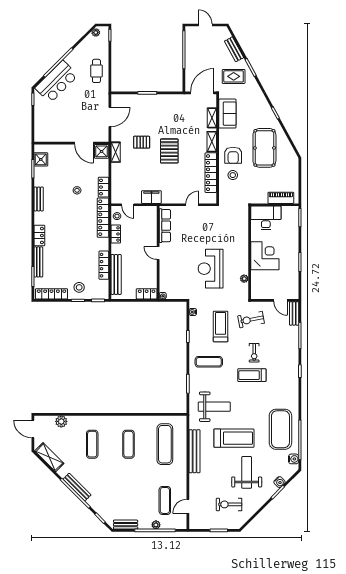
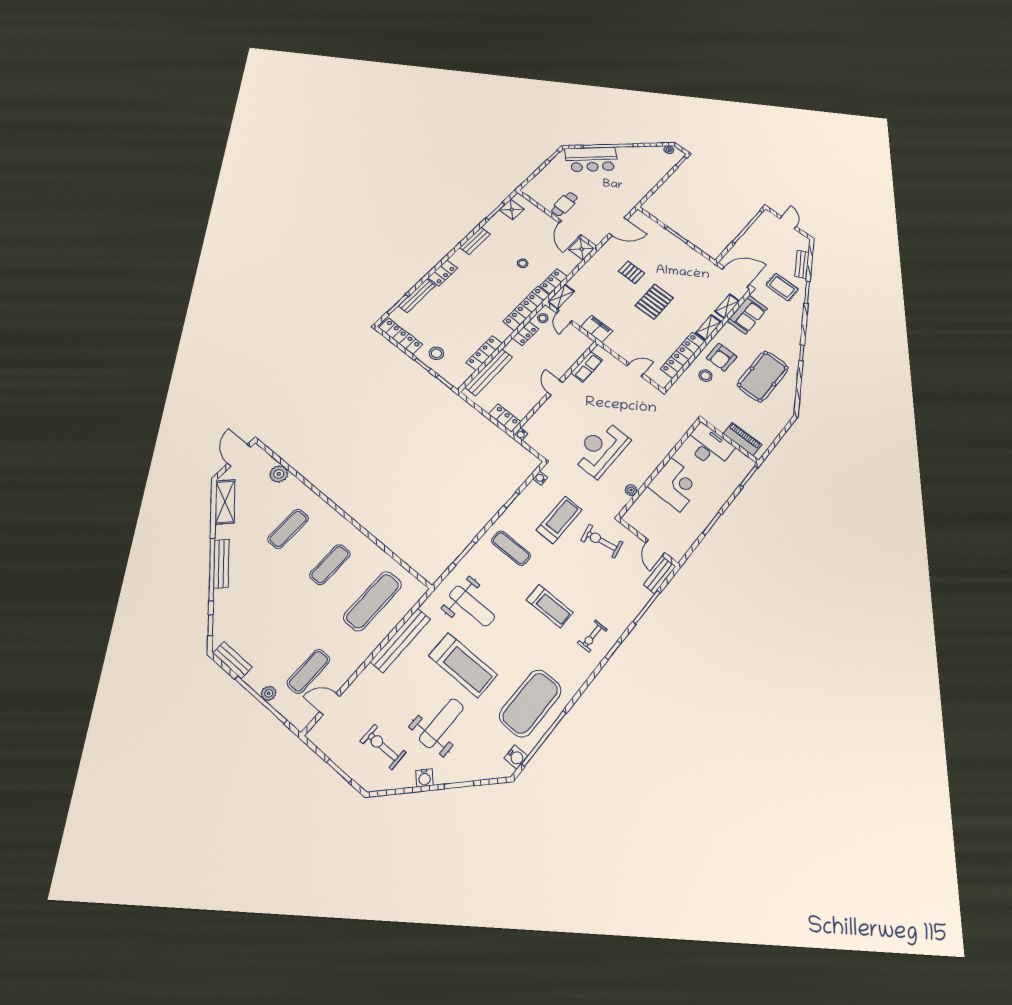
cafe table: (96, 71) -> (565, 204), moved
shelving: (116, 152) -> (561, 297), moved
row of seats: (165, 226) -> (587, 367), width x0.68
exercise bike: (254, 353) -> (592, 636), moved
treadmill: (252, 375) -> (550, 606), turned 180
water cooler: (279, 482) -> (424, 778), moved

